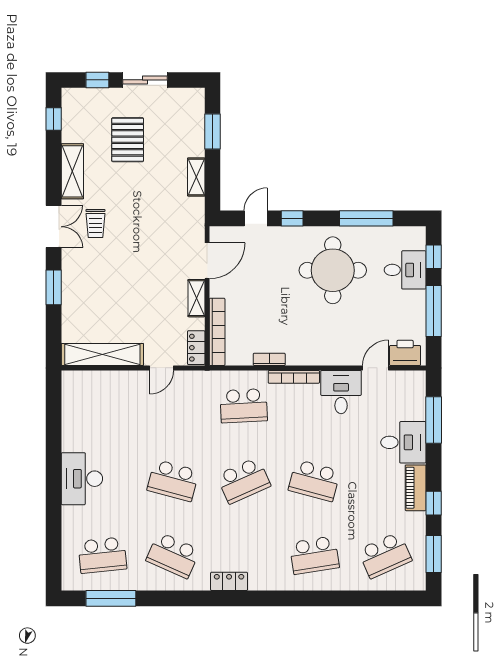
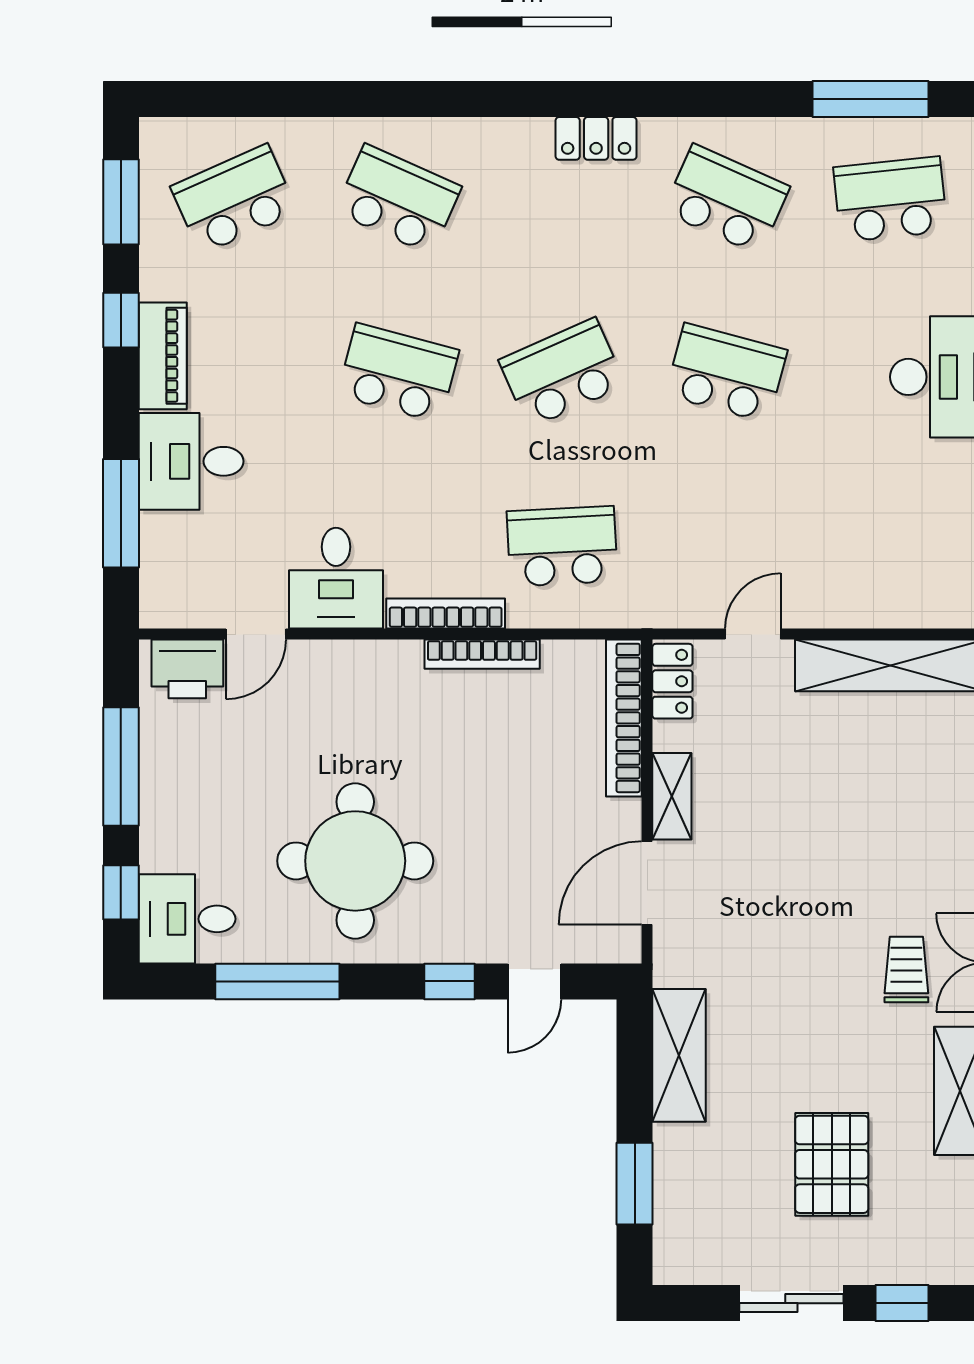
shelving: (196, 177) -> (679, 1055), width x1.50, depth x1.33
desk: (405, 270) -> (187, 919), moved
bookcase: (269, 359) -> (482, 654), width x1.56
school desk: (314, 555) -> (398, 199), turned 33

